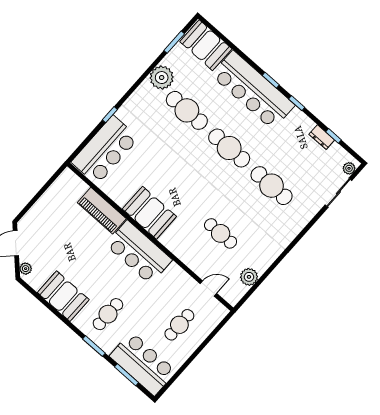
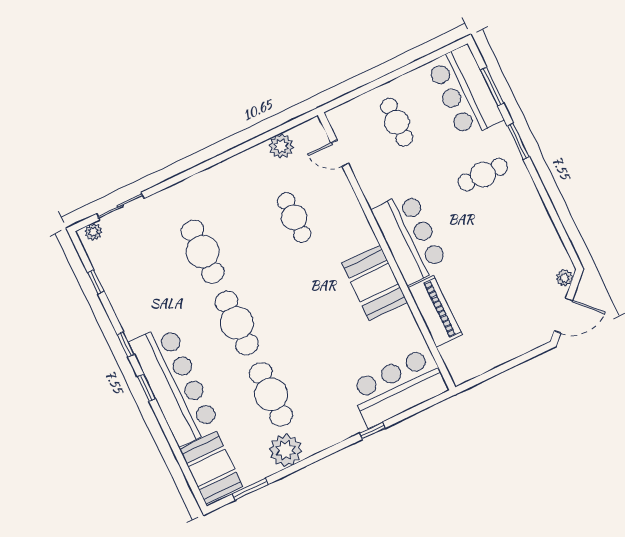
dresser: (322, 137) -> (112, 287), removed
booth: (63, 296) -> (531, 222), removed
cafe table: (179, 325) -> (397, 122), turned 90

